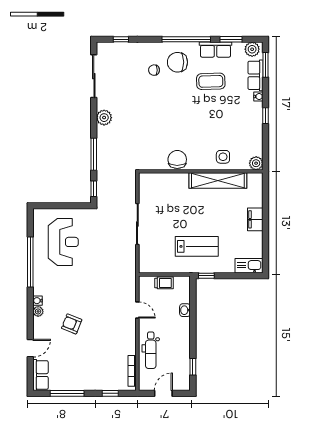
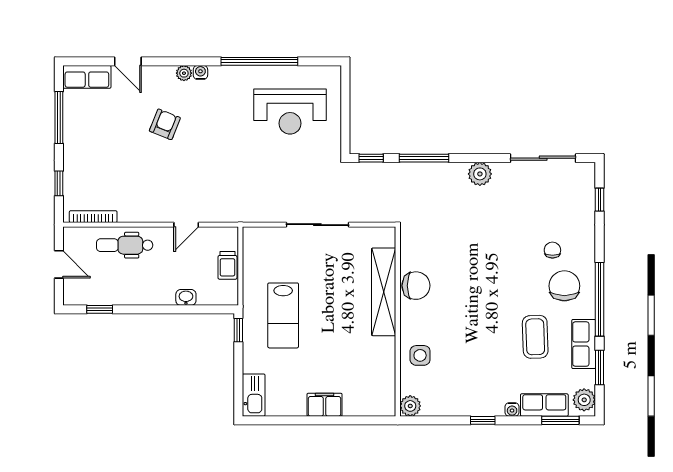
shelving: (218, 181) -> (384, 292), moved

